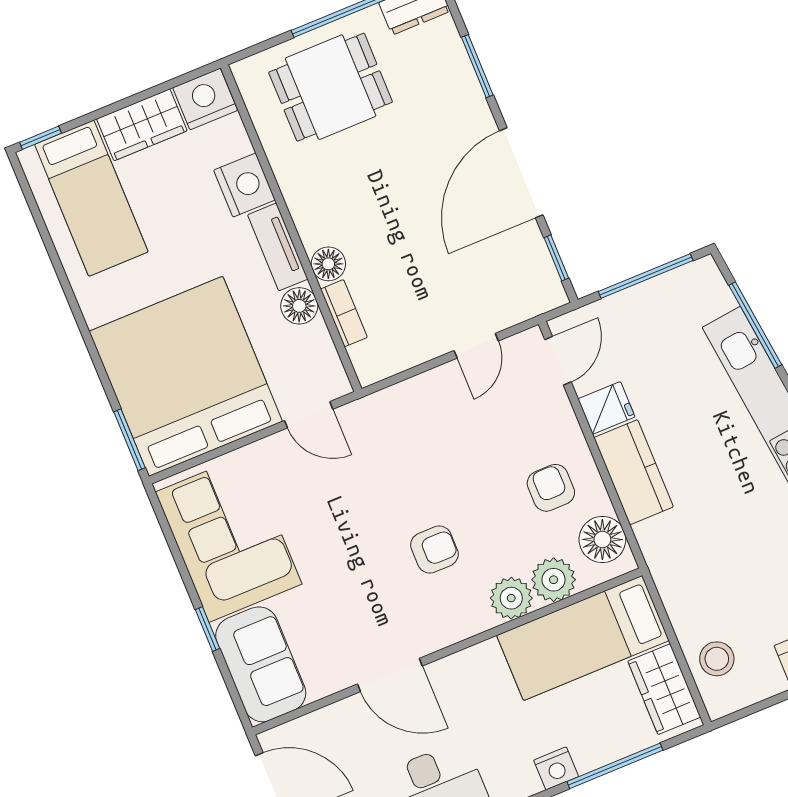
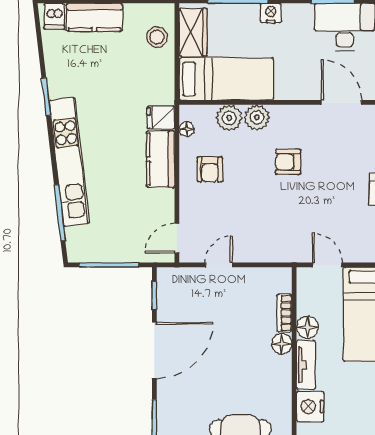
fridge: (606, 408) -> (161, 117), moved
floor lamp: (602, 539) -> (187, 129), width x0.53, depth x0.53

